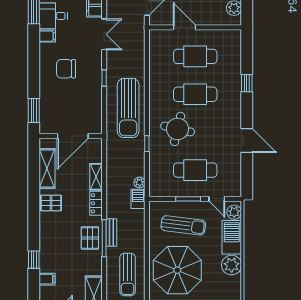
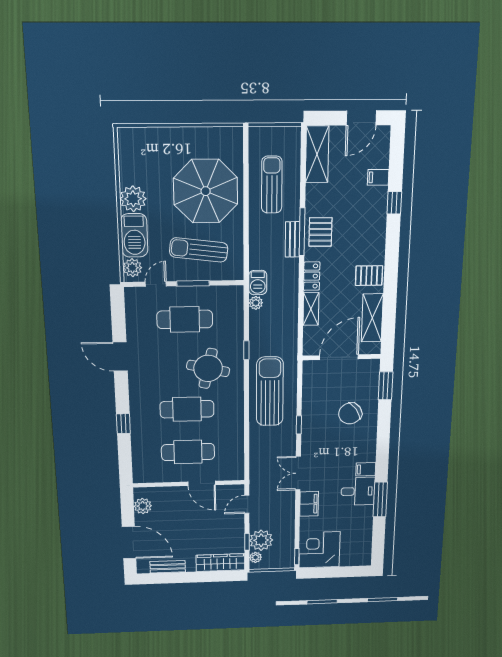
chair: (66, 69) -> (350, 413), moved, turned 146
door: (217, 199) -> (156, 284), hinge flipped

